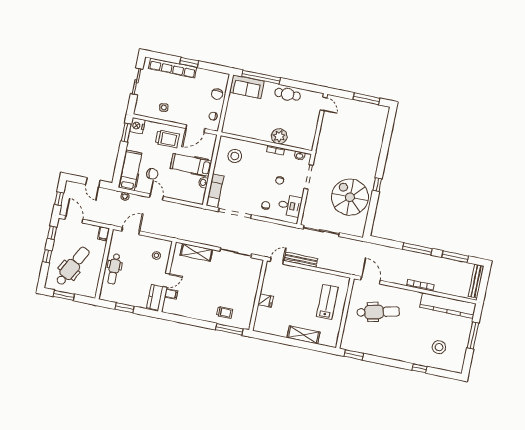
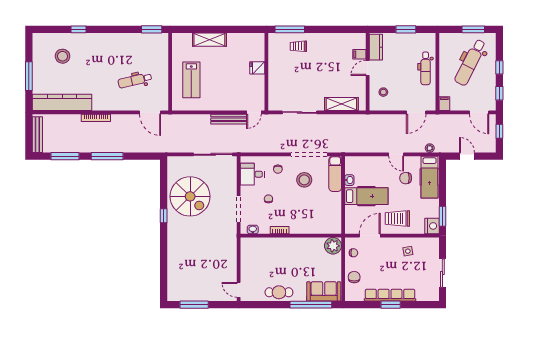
row of seats: (173, 68) -> (390, 295), moved
plant: (279, 136) -> (333, 246), moved
stool: (235, 156) -> (304, 180), moved
dental chair: (114, 269) -> (426, 68), turned 180
dental chair: (378, 312) -> (135, 80), width x0.73, depth x0.72

